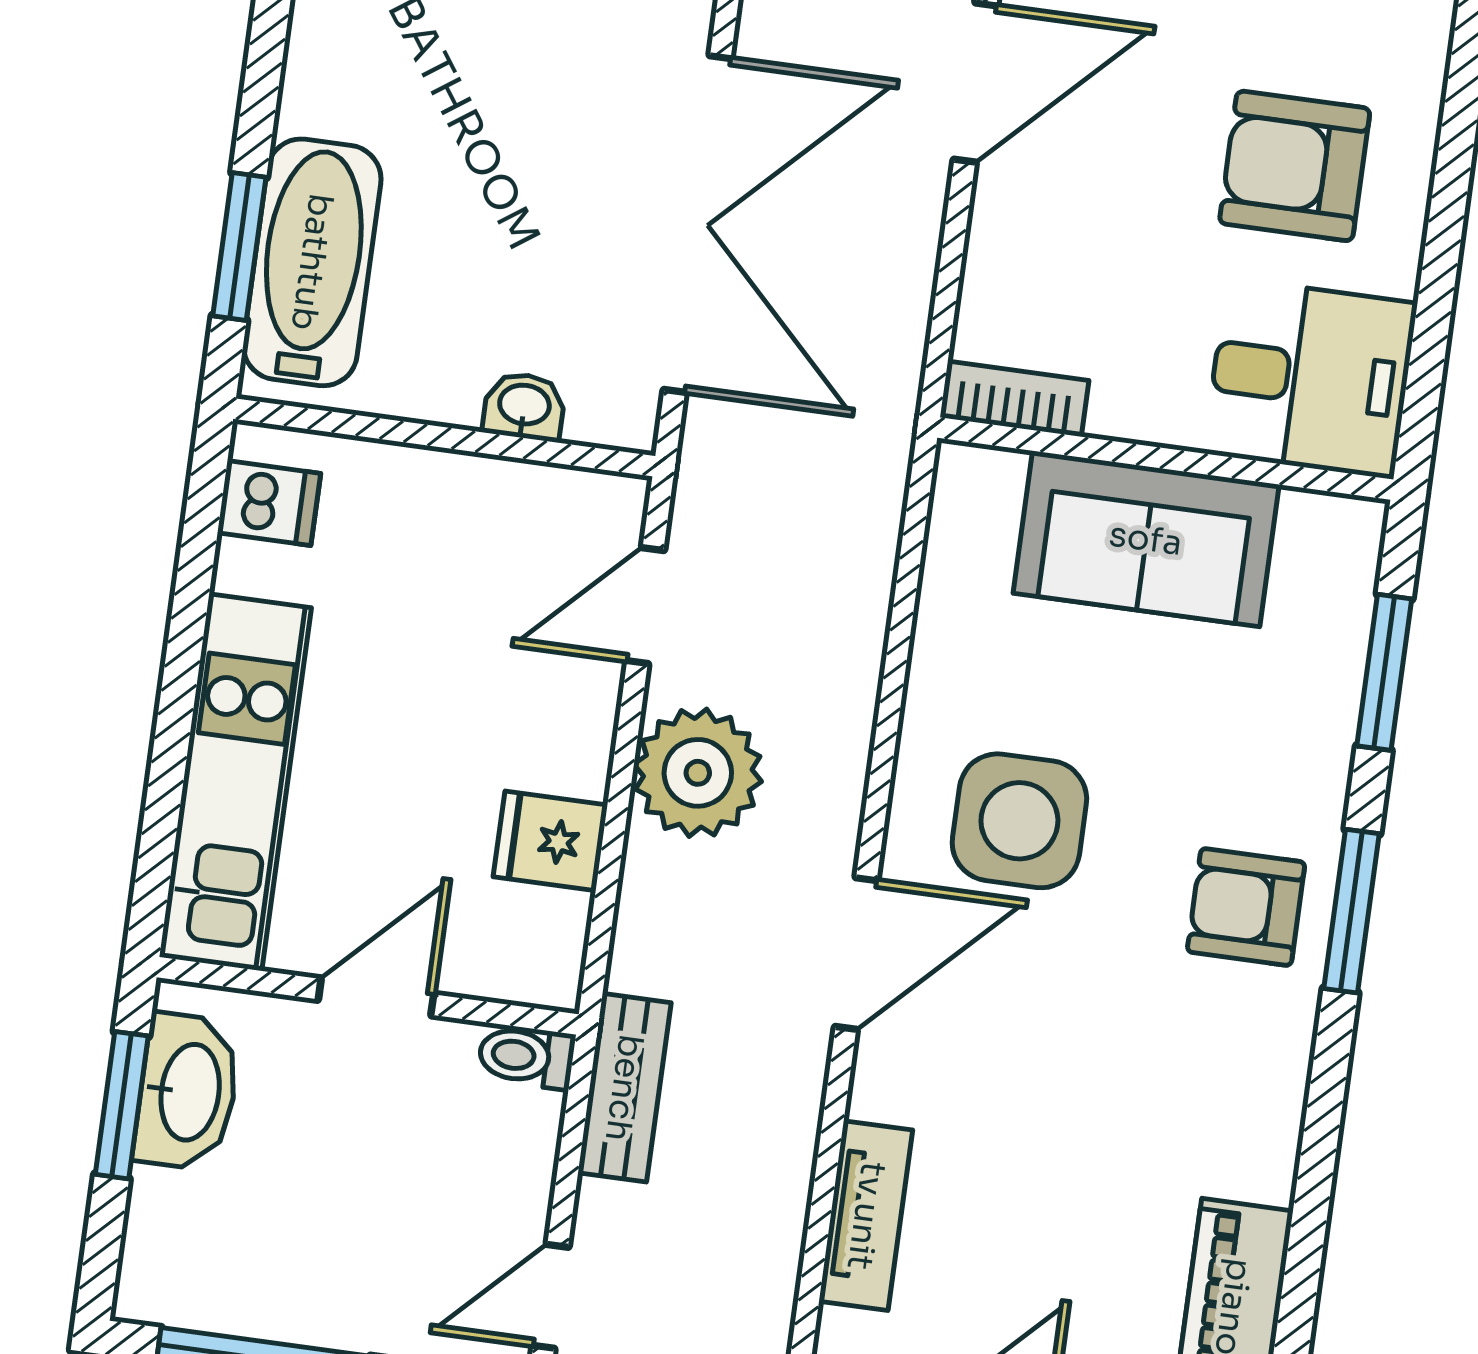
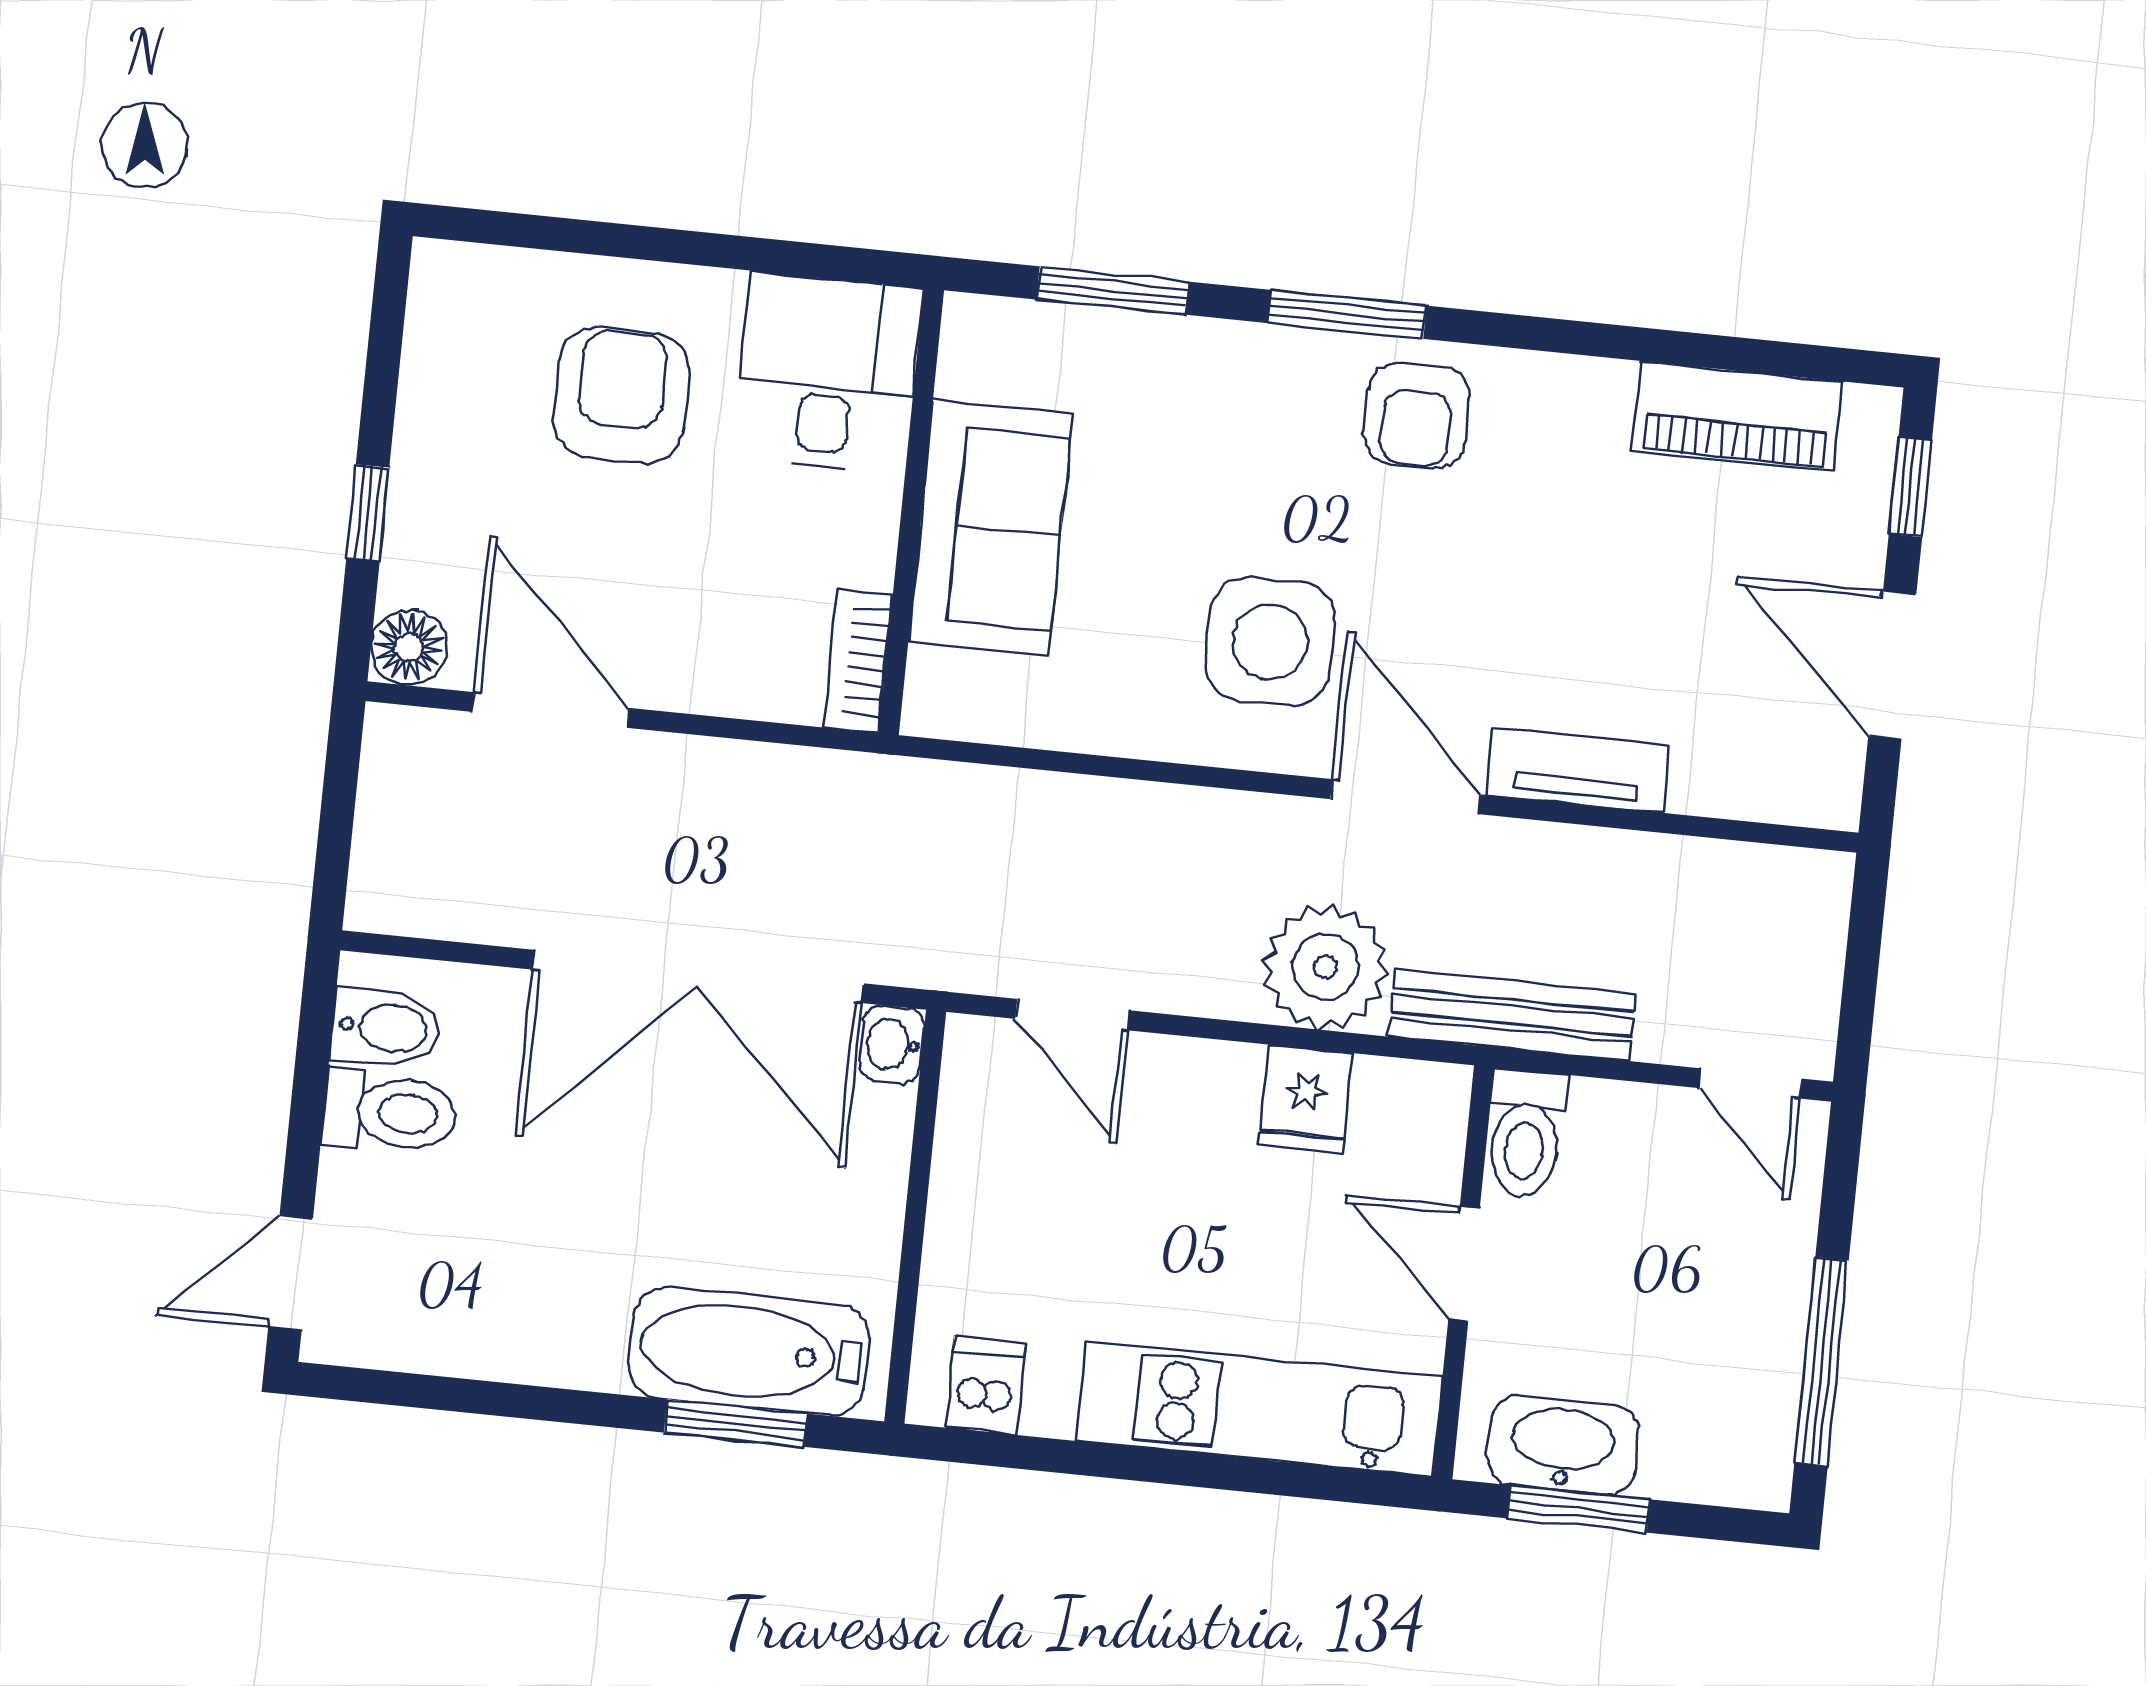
armchair: (1295, 166) -> (621, 395), turned 180
double door: (698, 224) -> (698, 977), swing flipped
washbasin: (524, 406) -> (892, 1044), moved
plant: (698, 773) -> (1325, 967), moved
armchair: (1246, 907) -> (1417, 415), moved
toilet: (526, 1057) -> (1526, 1134), width x1.37, depth x1.39
bench: (624, 1088) -> (1512, 1015), width x1.36
tv unit: (866, 1216) -> (1578, 770), moved

